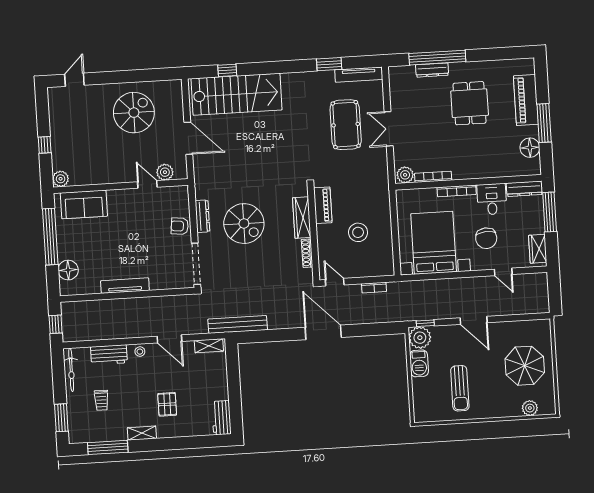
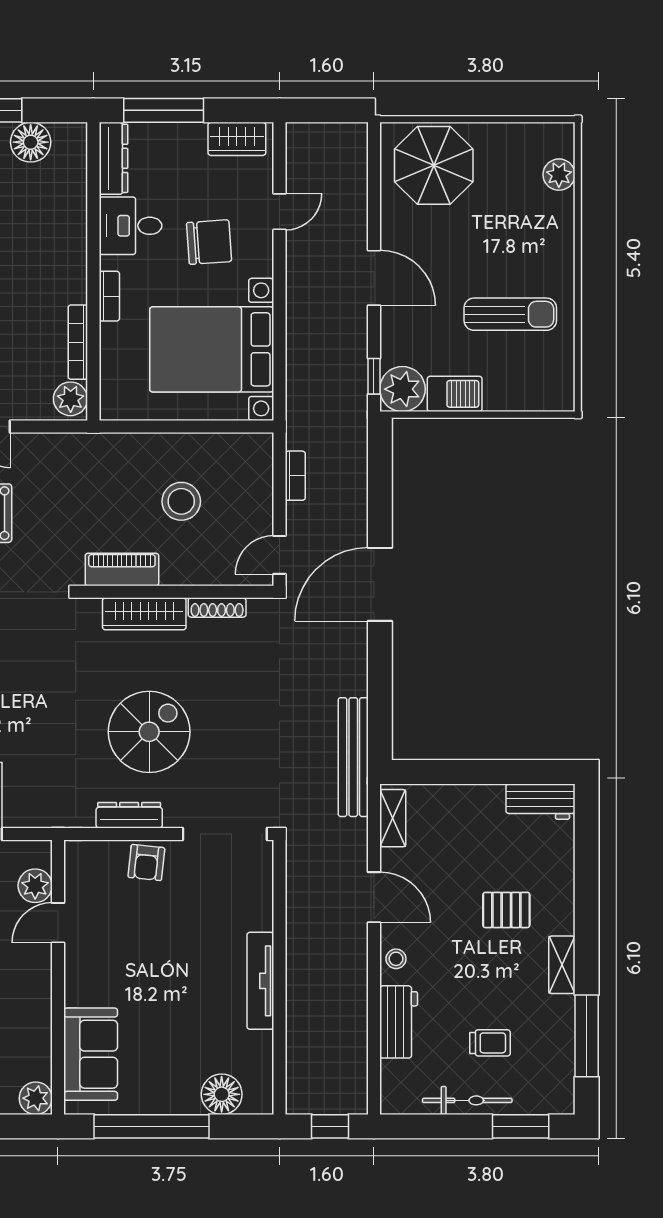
bookcase: (457, 191) -> (109, 296), width x0.64
door: (474, 320) -> (374, 278), hinge flipped
door: (169, 339) -> (374, 897), hinge flipped
parasol: (525, 366) -> (434, 165), moved
bicycle: (71, 370) -> (467, 1100), moved

